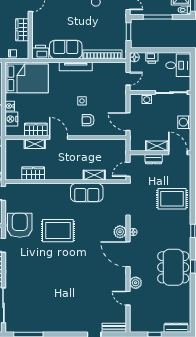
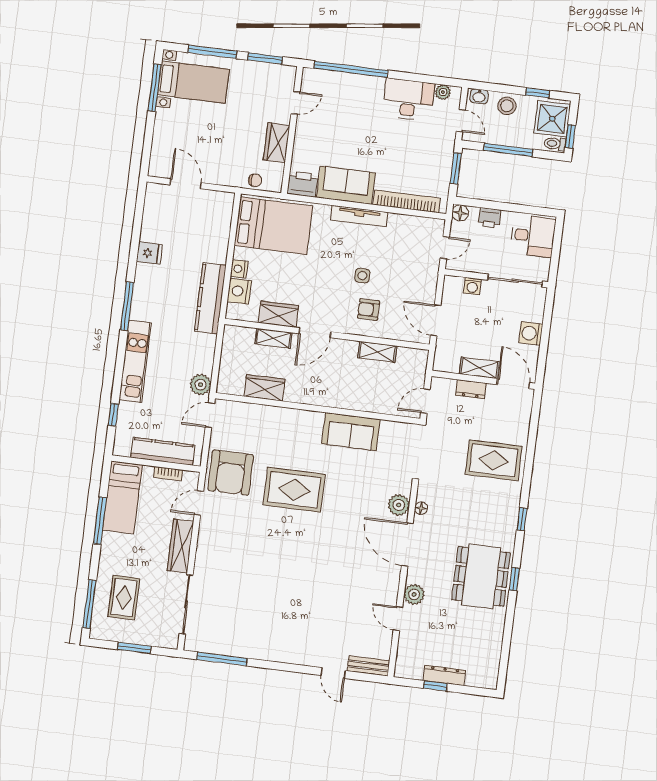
door: (59, 138) -> (315, 333), swing flipped
shelving: (94, 175) -> (377, 352), moved
armchair: (20, 225) -> (231, 473), turned 180
dresser: (176, 328) -> (444, 675), moved

